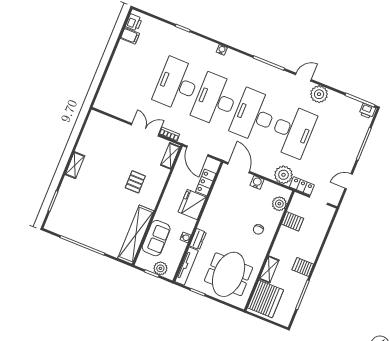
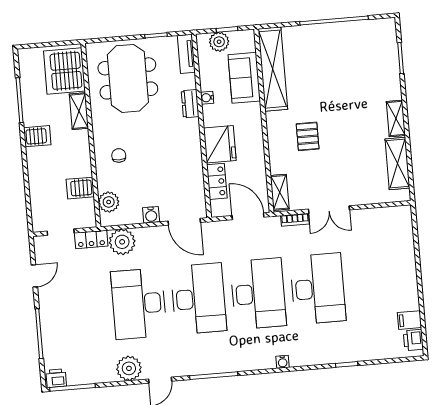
shelving: (88, 137) -> (397, 163), added
tv unit: (187, 266) -> (186, 54), width x0.71

